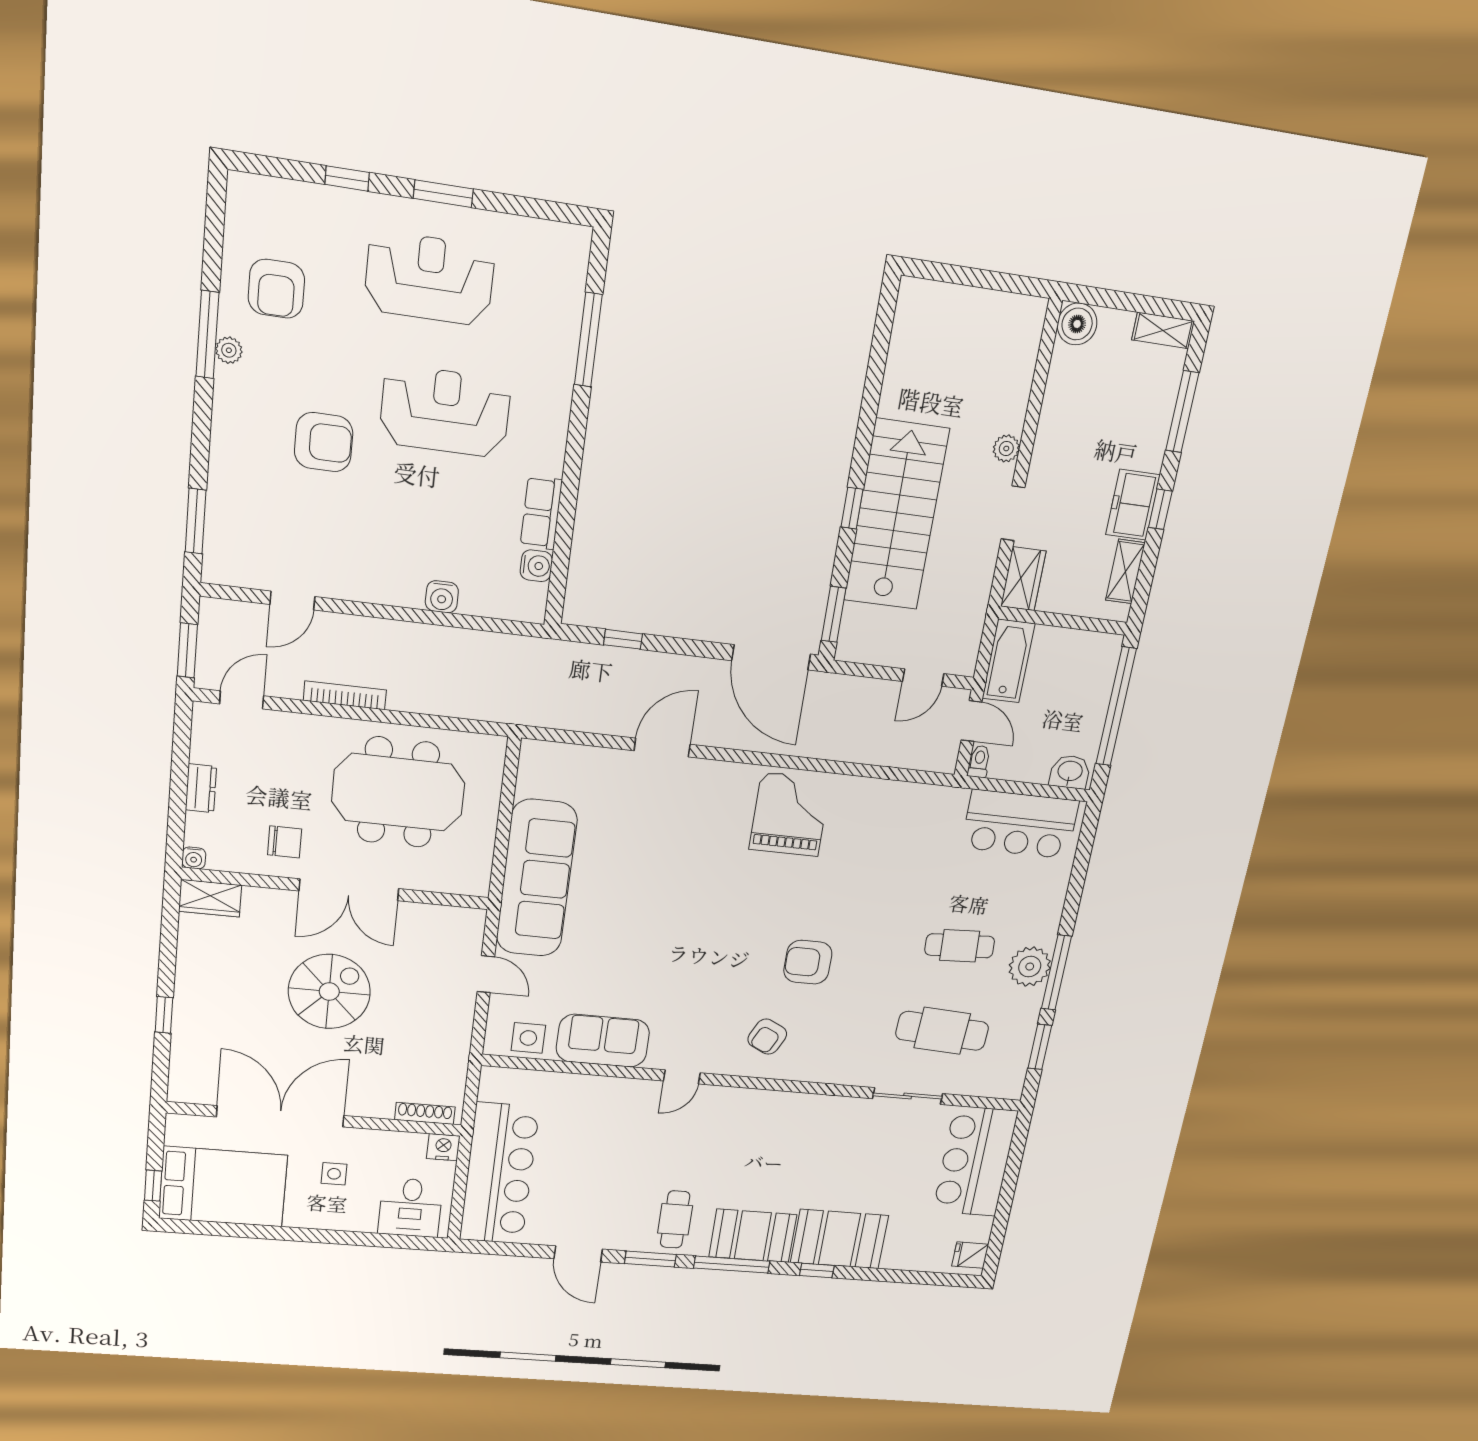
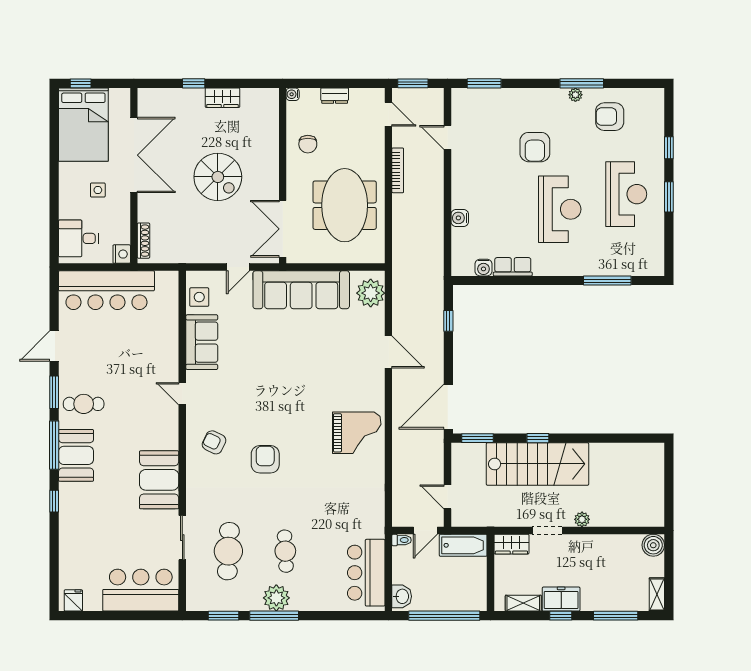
plant: (557, 766) -> (371, 293), added
double door: (349, 890) -> (283, 229), moved
wardrobe: (210, 898) -> (223, 98), moved, turned -90
booth: (839, 1239) -> (159, 480), moved

